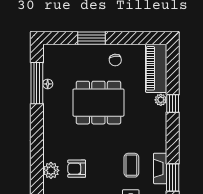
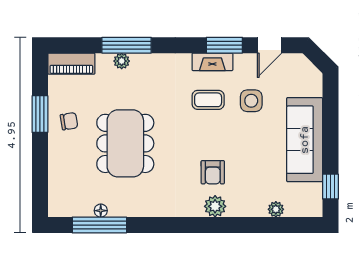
window: (91, 38) -> (40, 114), moved
piano: (156, 68) -> (71, 64), width x0.73, depth x0.75
window: (173, 104) -> (127, 45), width x2.17

